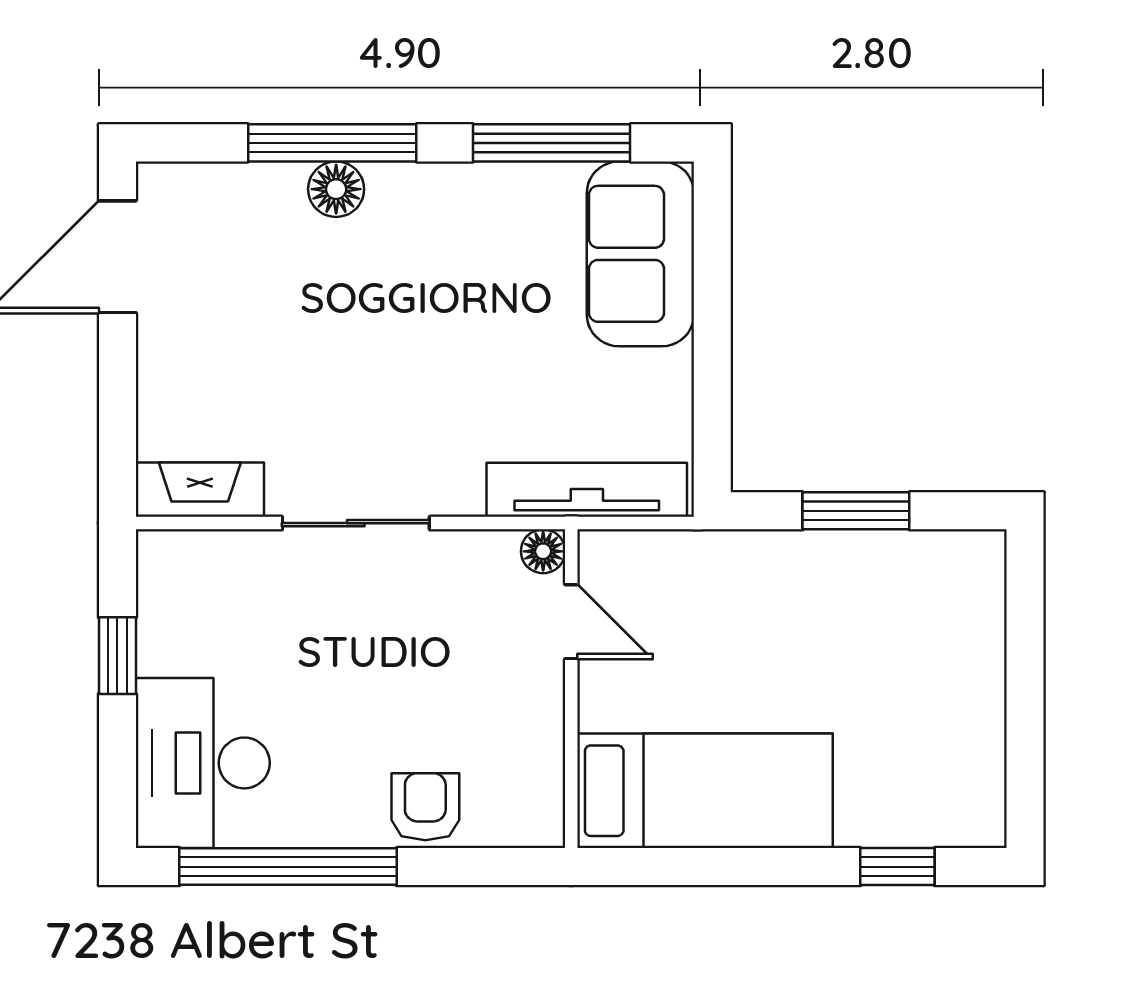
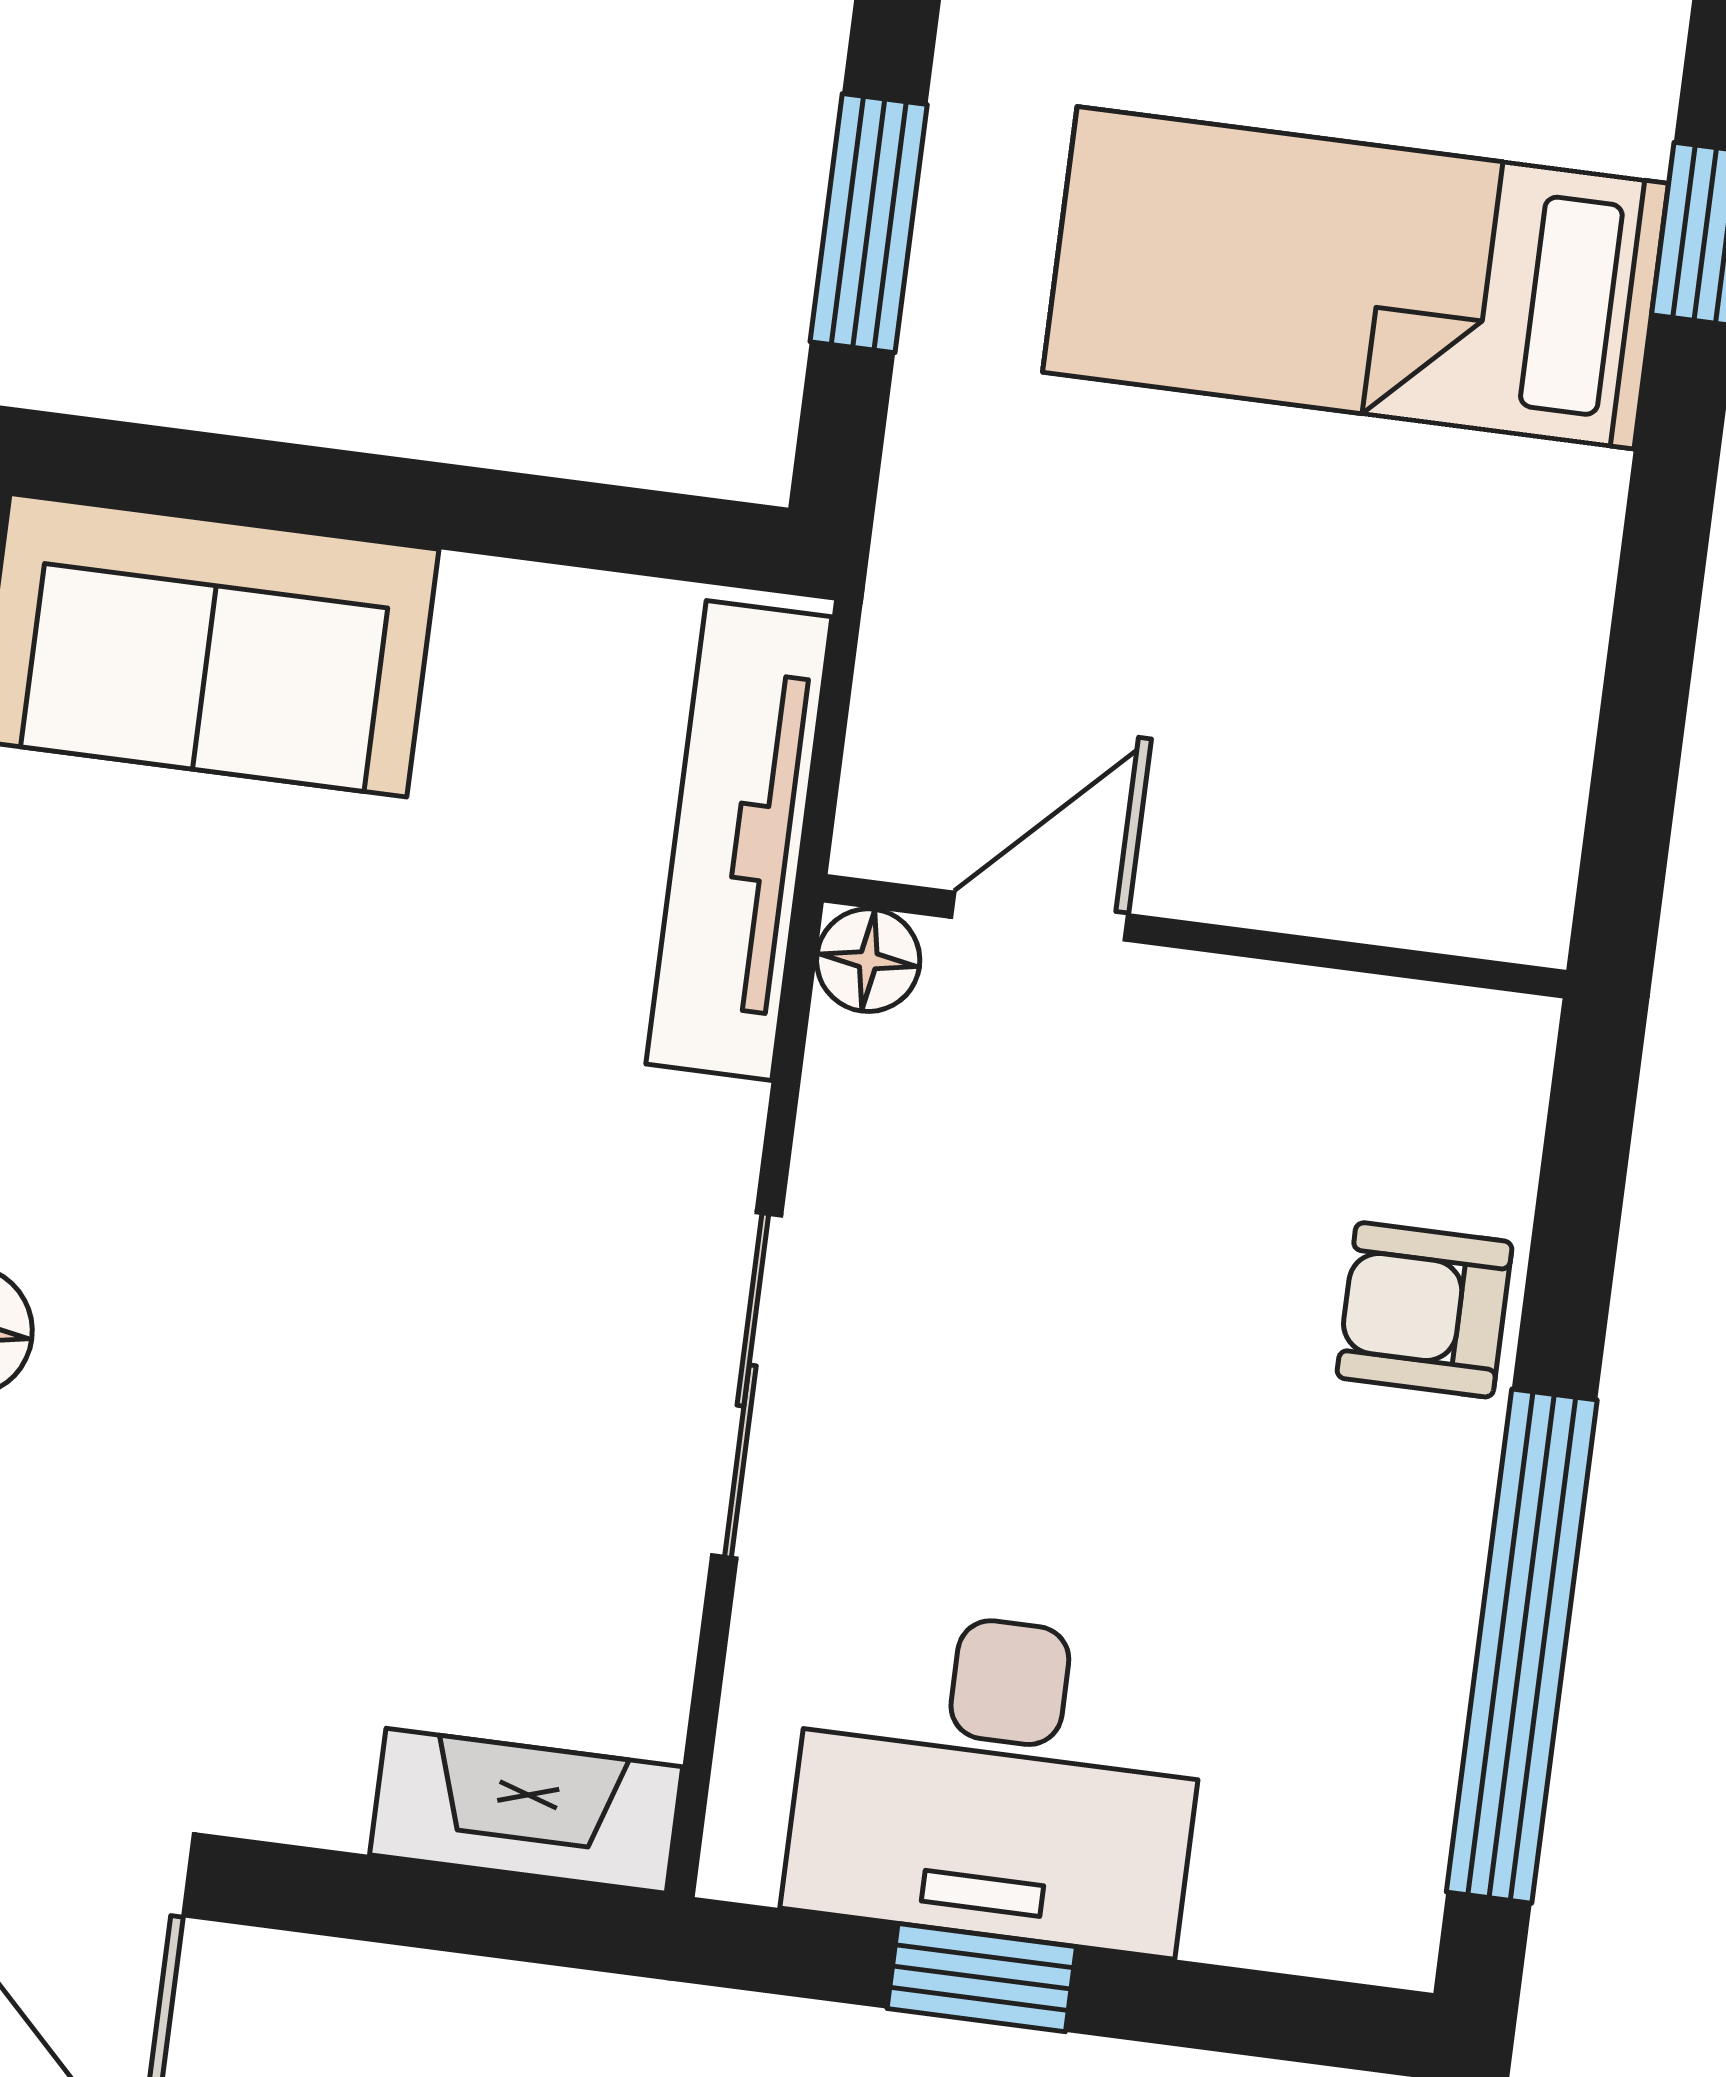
fireplace: (200, 490) -> (526, 1811), moved, turned 90
desk: (203, 763) -> (997, 1779), moved
bed: (705, 791) -> (1356, 278), moved, turned -90

